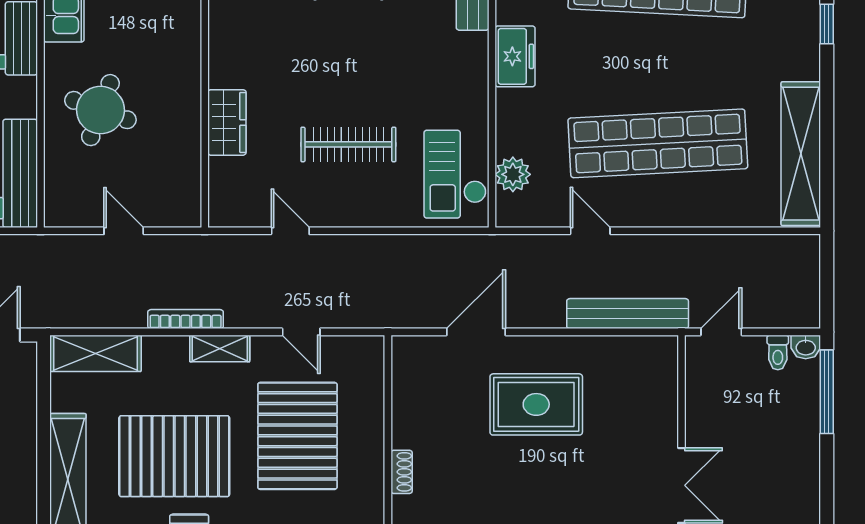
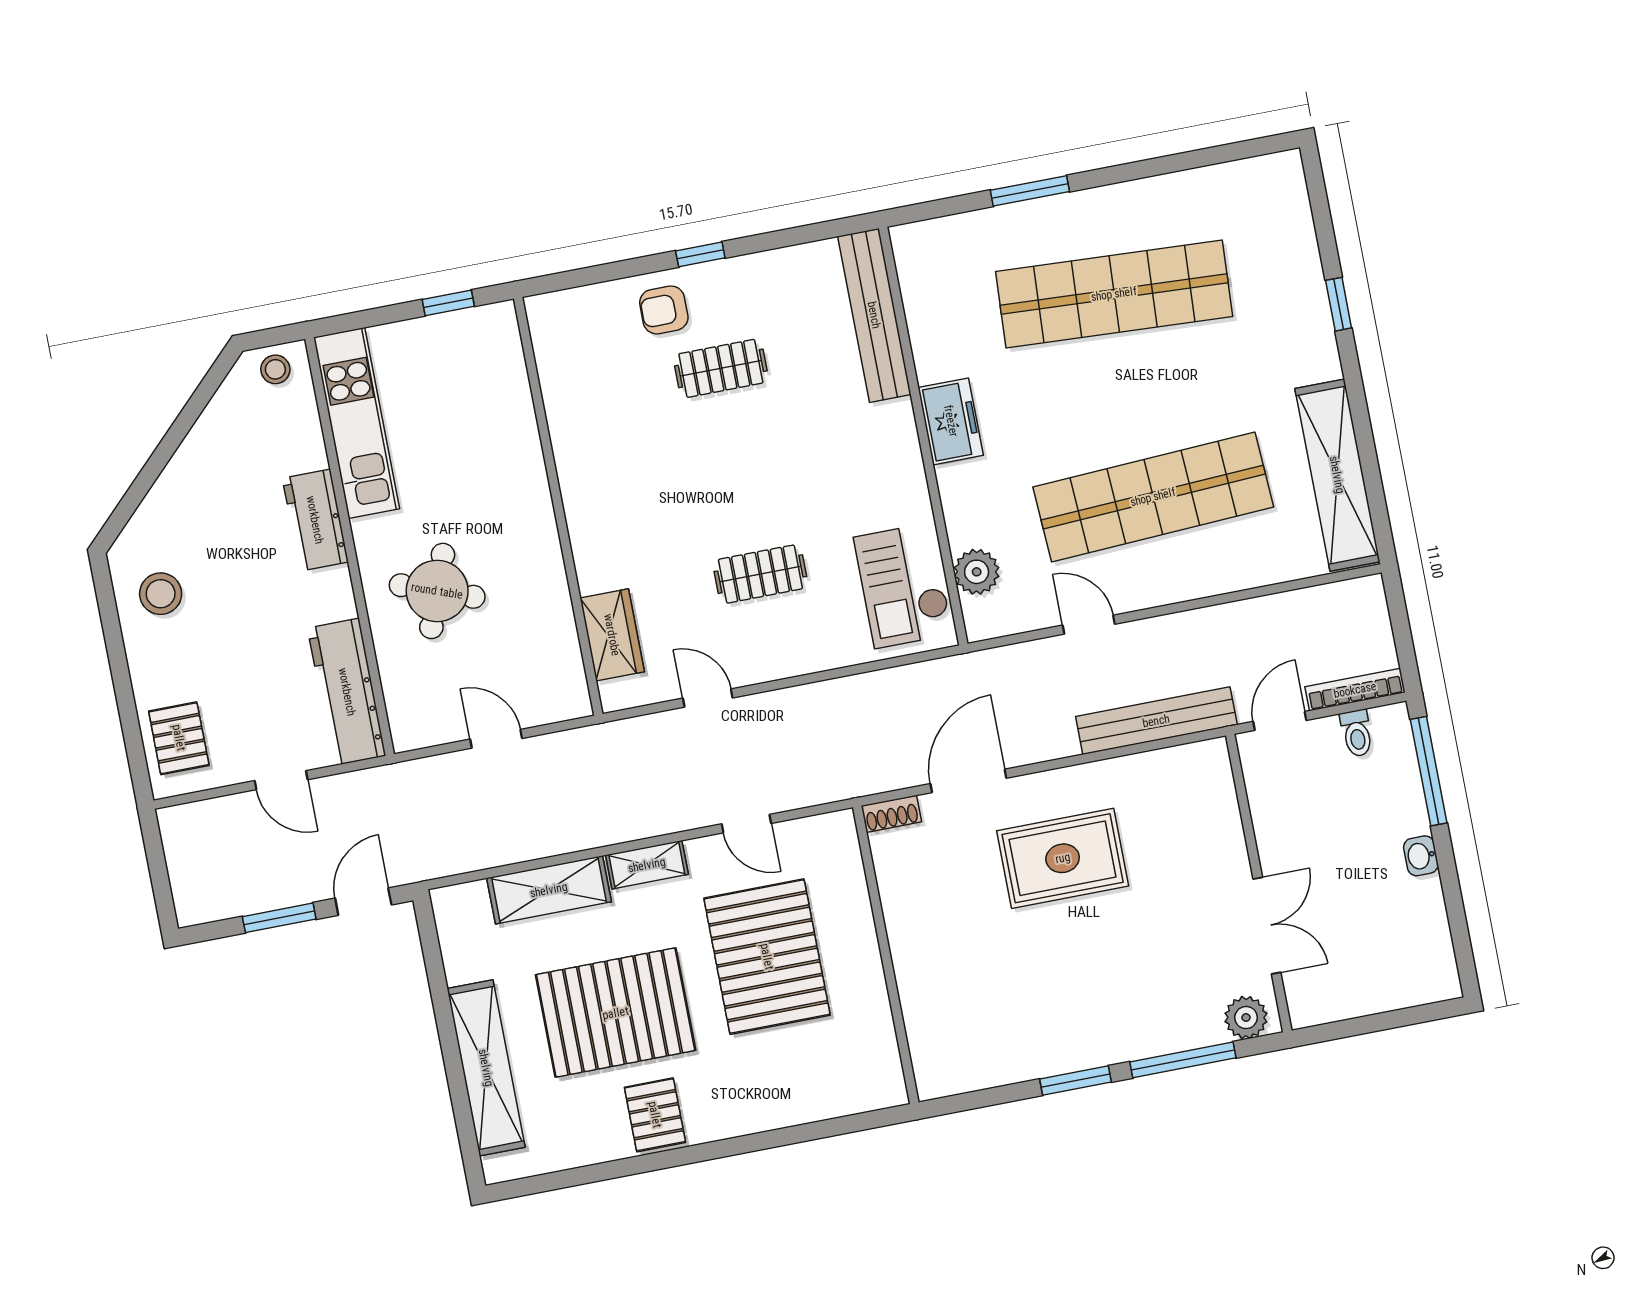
wardrobe: (227, 122) -> (612, 635), moved
clothes rail: (348, 144) -> (760, 574), width x0.73
bookcase: (186, 319) -> (1355, 690), moved
washbasin: (806, 347) -> (1421, 856), moved, turned 90
shelving: (96, 353) -> (549, 890), moved
shoe rack: (402, 472) -> (891, 814), moved, turned 90

